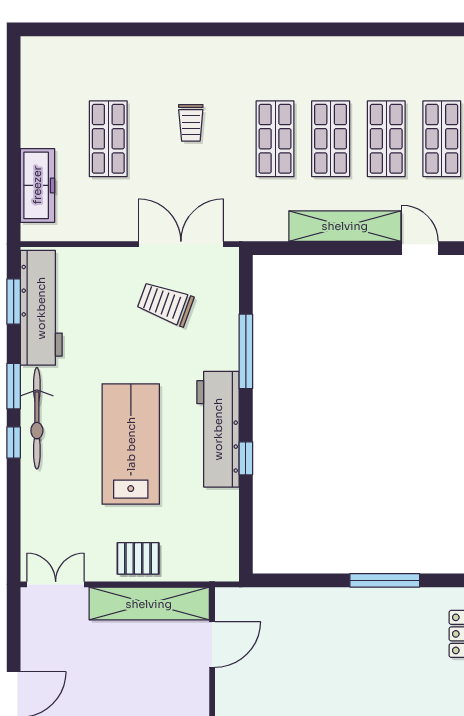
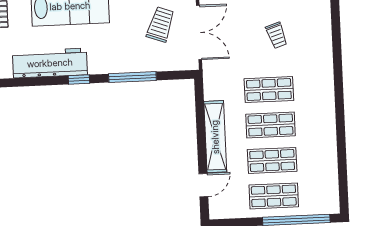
trolley: (191, 123) -> (277, 35), turned -108
workbench: (218, 429) -> (50, 63), moved
window: (246, 458) -> (79, 80), moved

